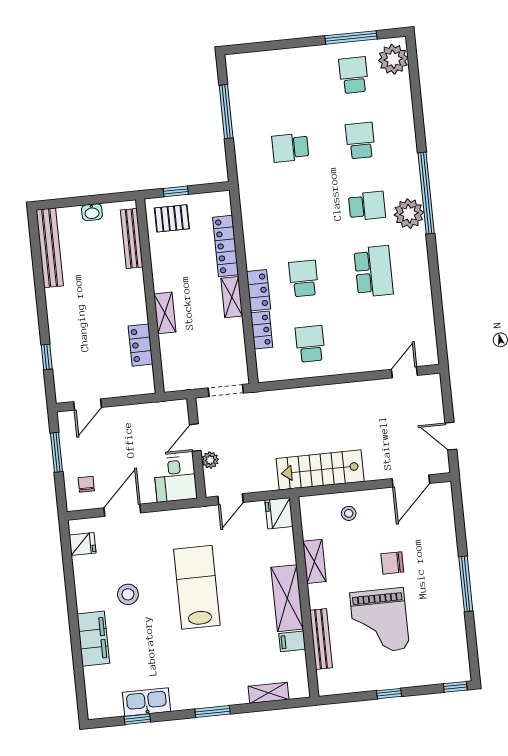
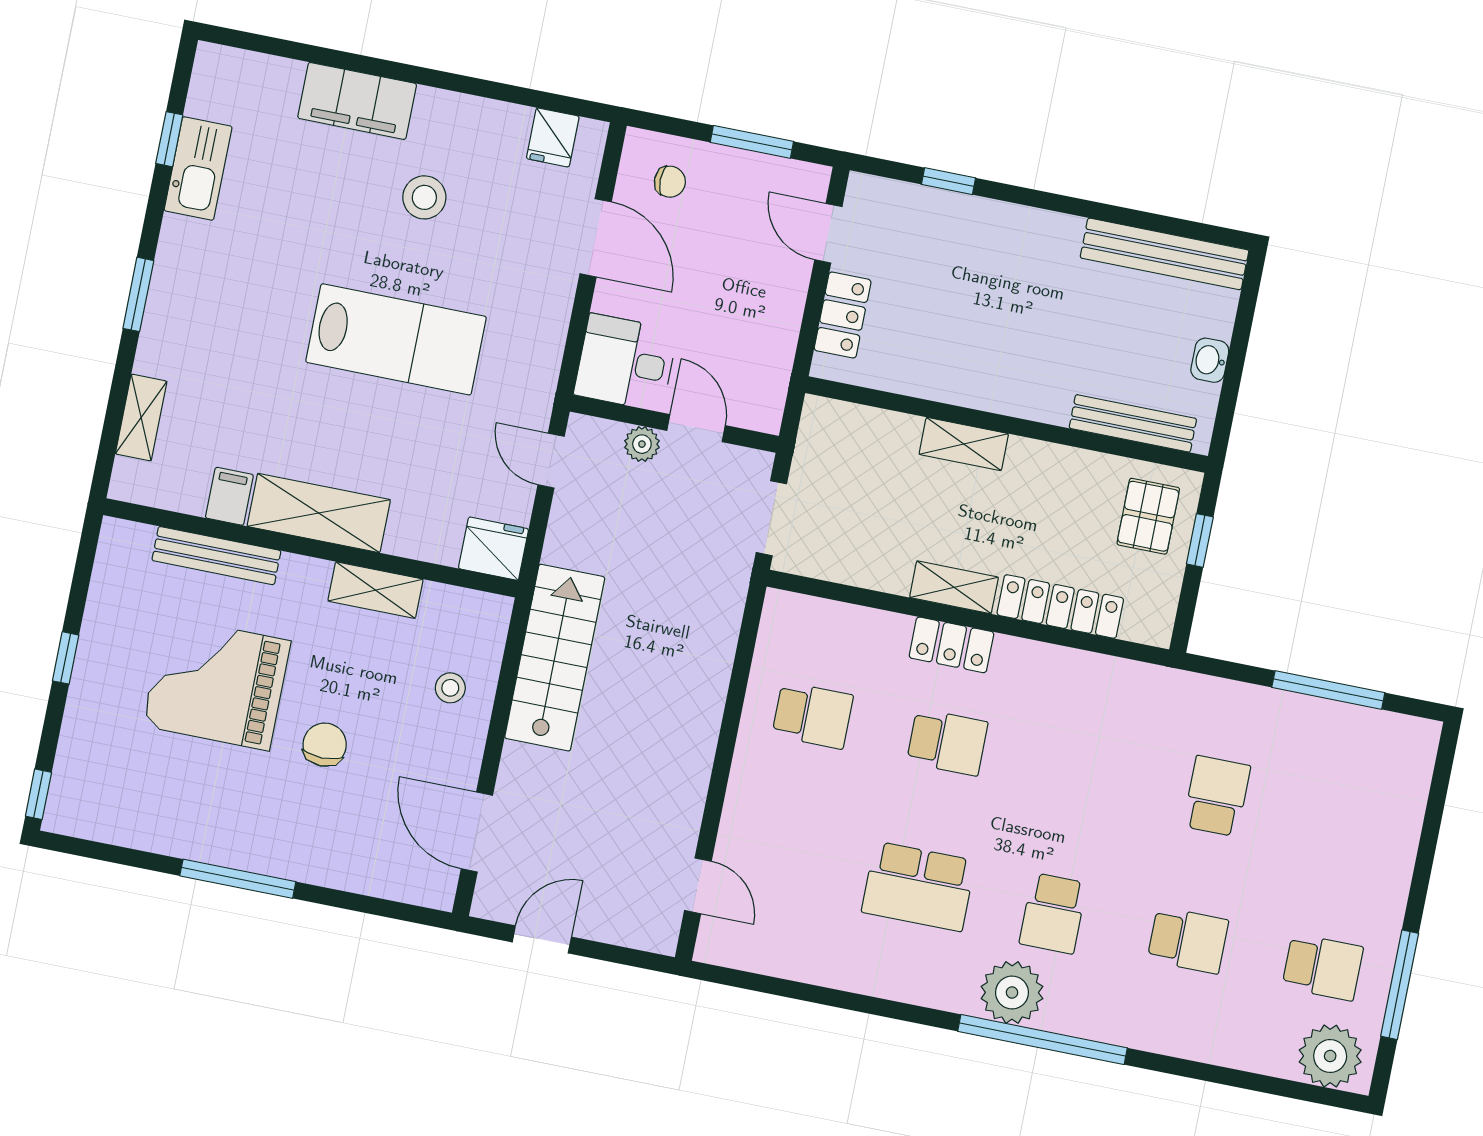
locker: (262, 330) -> (870, 627), removed
locker: (140, 345) -> (843, 315), moved, turned 90

